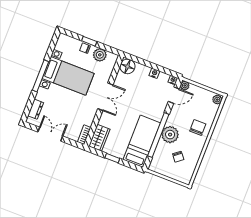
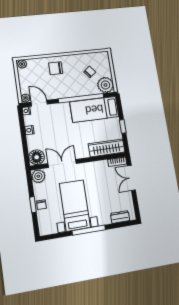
plant: (100, 55) -> (38, 176), moved
double door: (105, 97) -> (62, 164), moved
double door: (50, 134) -> (131, 178), moved
plant: (170, 135) -> (106, 85), moved
wardrobe: (99, 138) -> (107, 148), width x1.50

